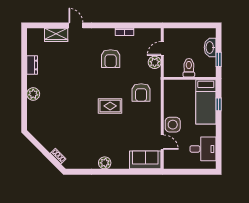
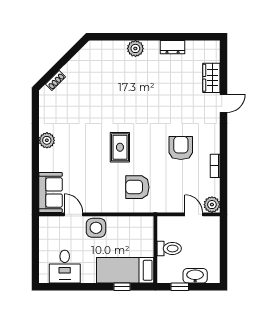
armchair: (111, 59) -> (181, 148), turned 90
plant: (155, 62) -> (212, 205), moved
door: (162, 142) -> (73, 214), swing flipped

